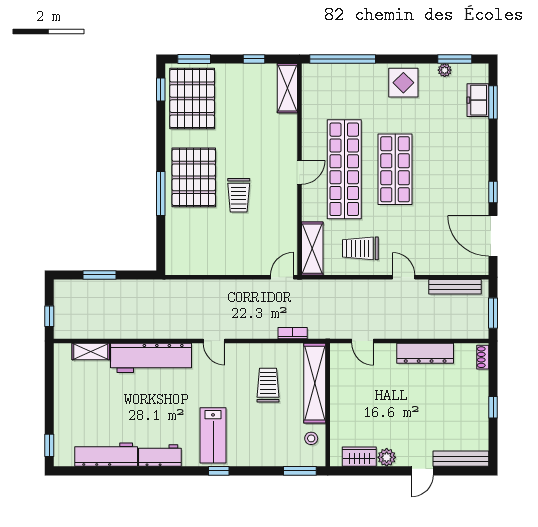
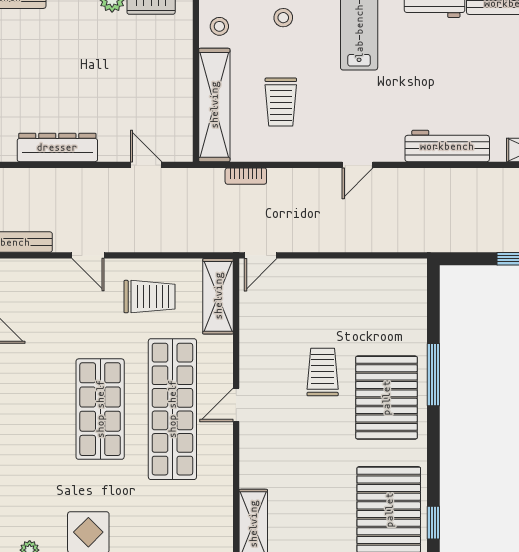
door: (214, 341) -> (358, 165), swing flipped
workbench: (151, 358) -> (447, 146), width x0.73, depth x0.76
stool: (266, 445) -> (283, 18), added

